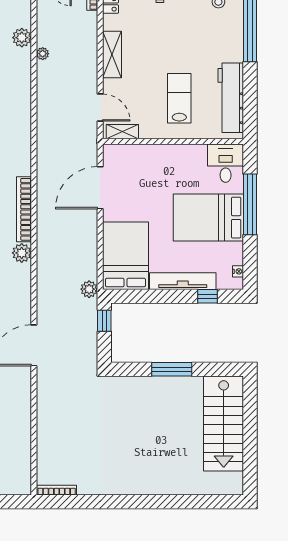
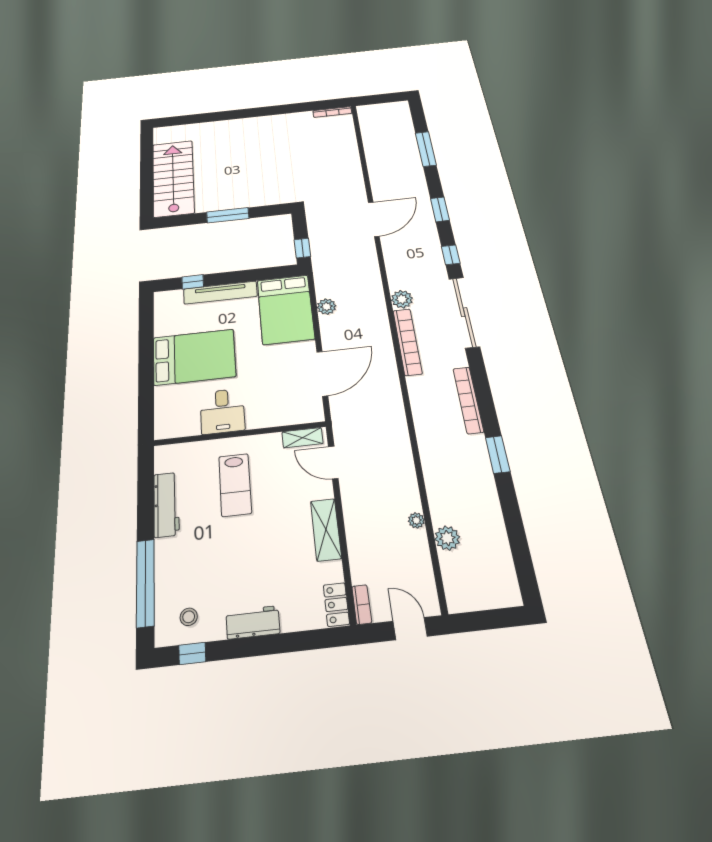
workbench: (231, 98) -> (166, 504), width x0.73, depth x0.76
desk: (226, 163) -> (222, 411), moved
window: (250, 204) -> (146, 376), removed
nightstand: (238, 271) -> (160, 308), removed
plant: (89, 289) -> (327, 307), moved

